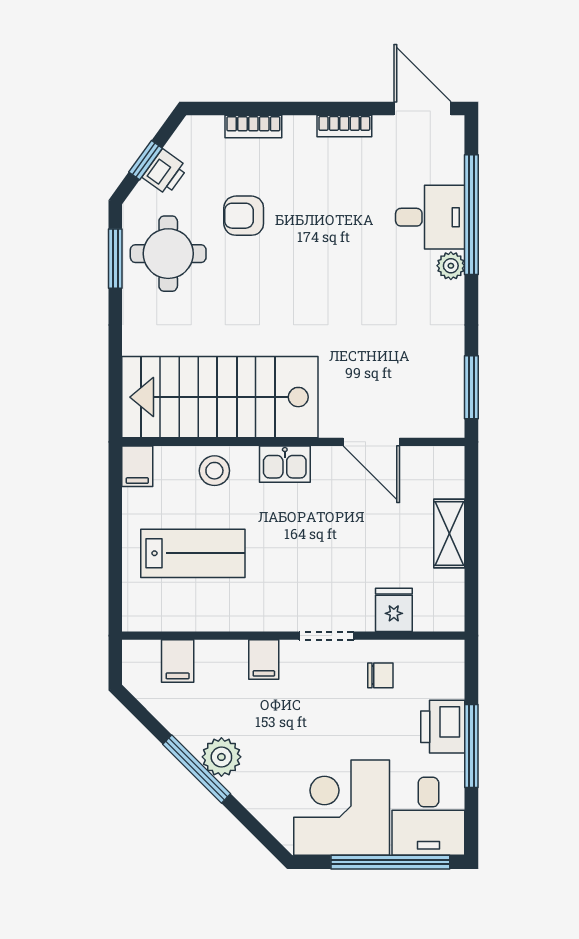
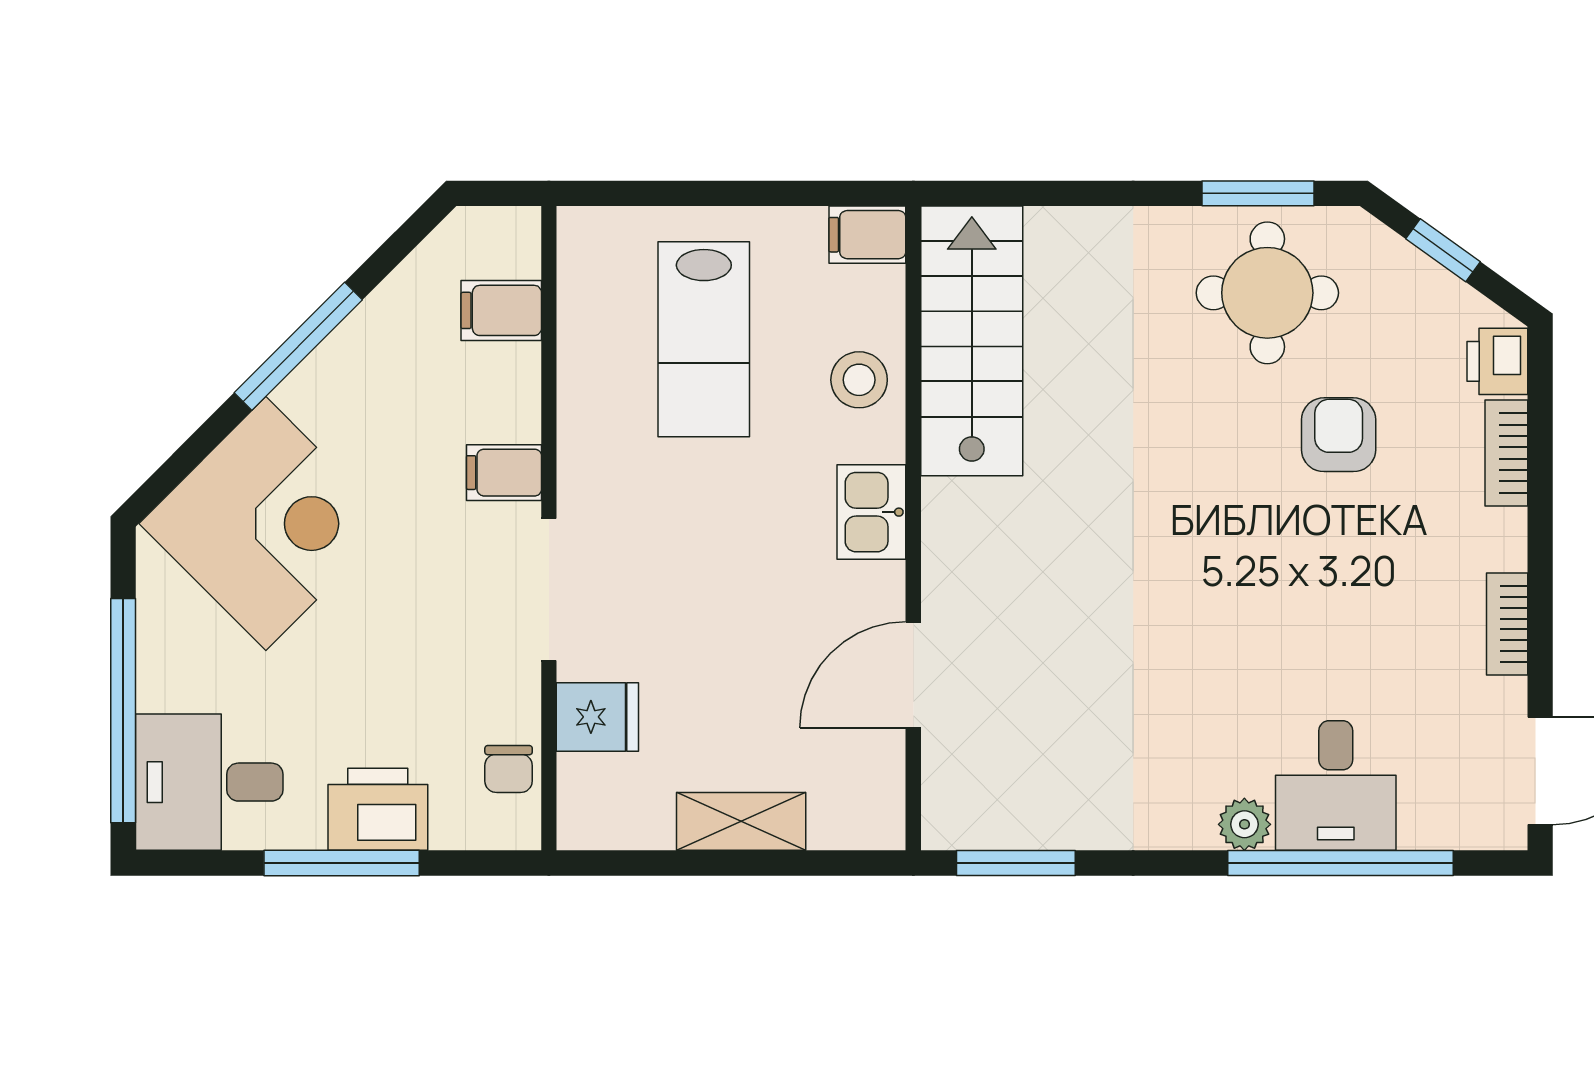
printer: (165, 172) -> (1497, 361), moved, turned 54
stairs: (220, 397) -> (972, 341), width x0.73, depth x0.66
doorway: (326, 636) -> (549, 590), width x1.38
chair: (380, 675) -> (509, 769), moved
plant: (221, 757) -> (321, 393), removed
corner desk: (342, 808) -> (266, 524), moved, turned 45

